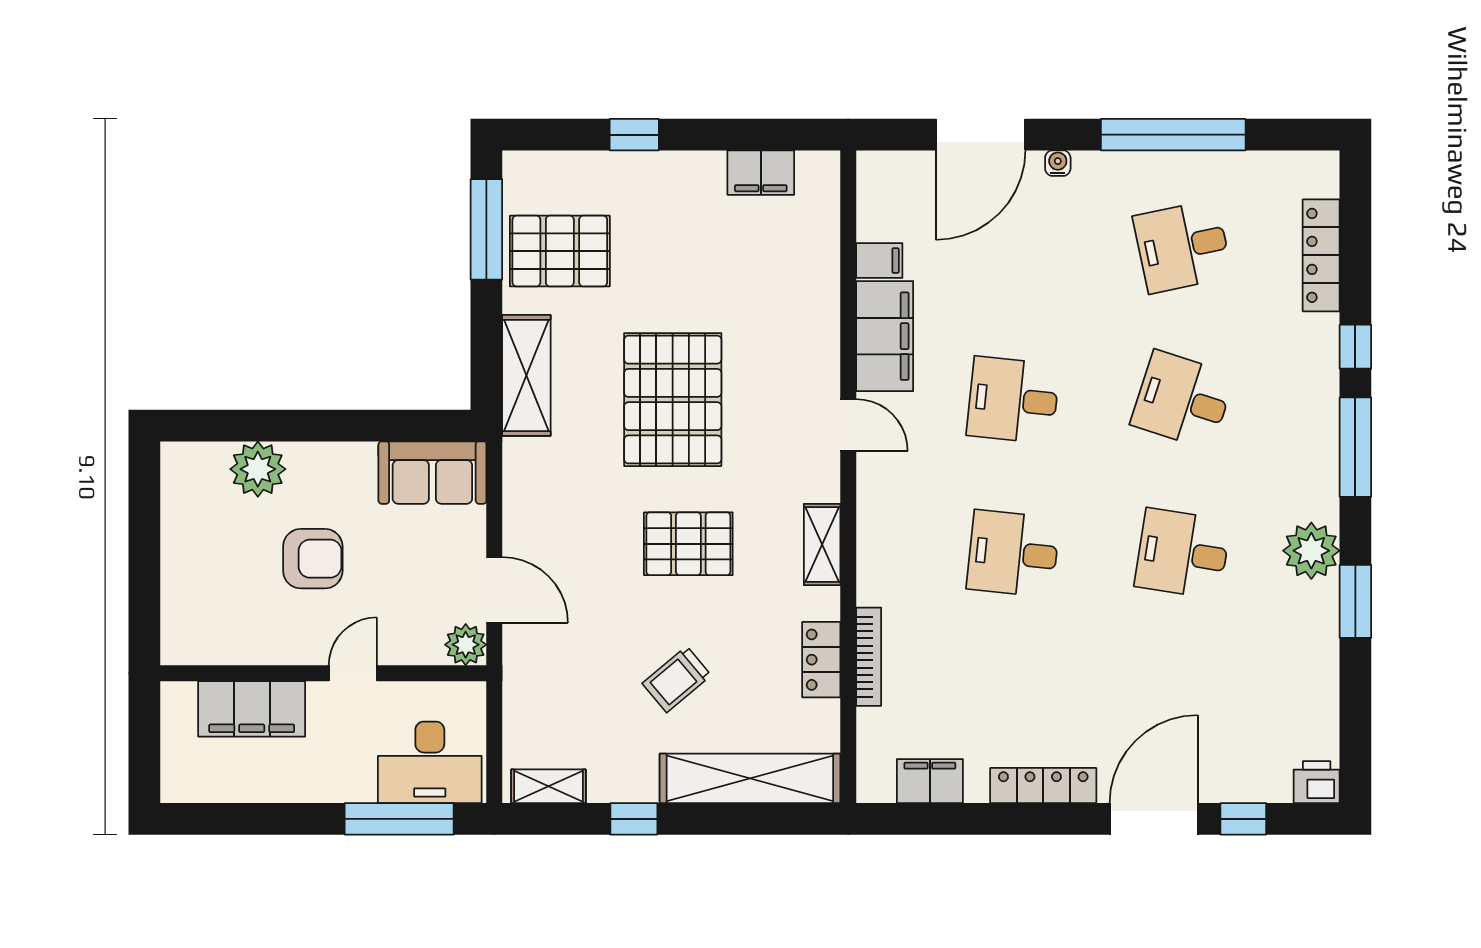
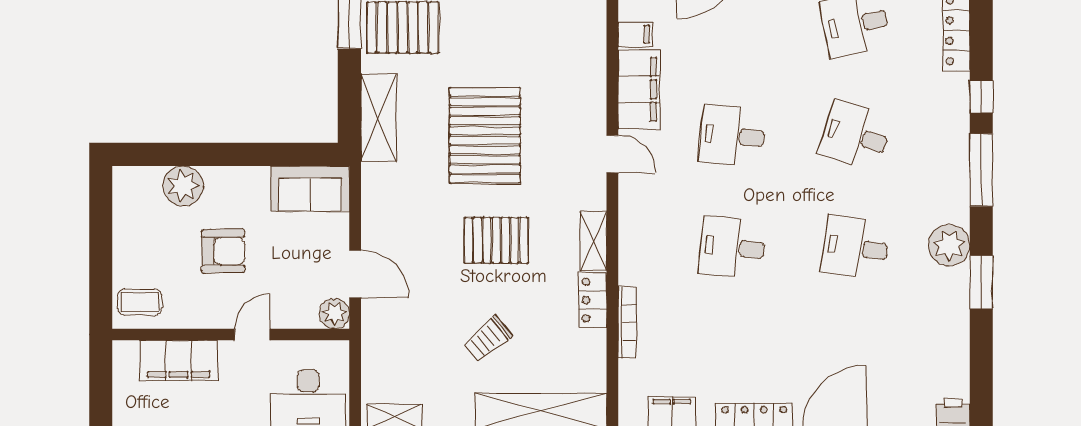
coffee table: (198, 629) -> (140, 302), added
locker: (821, 660) -> (593, 300), moved

